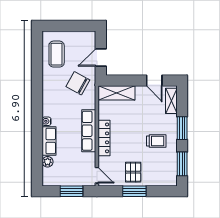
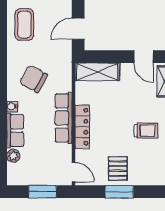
chair: (78, 83) -> (34, 79), moved

